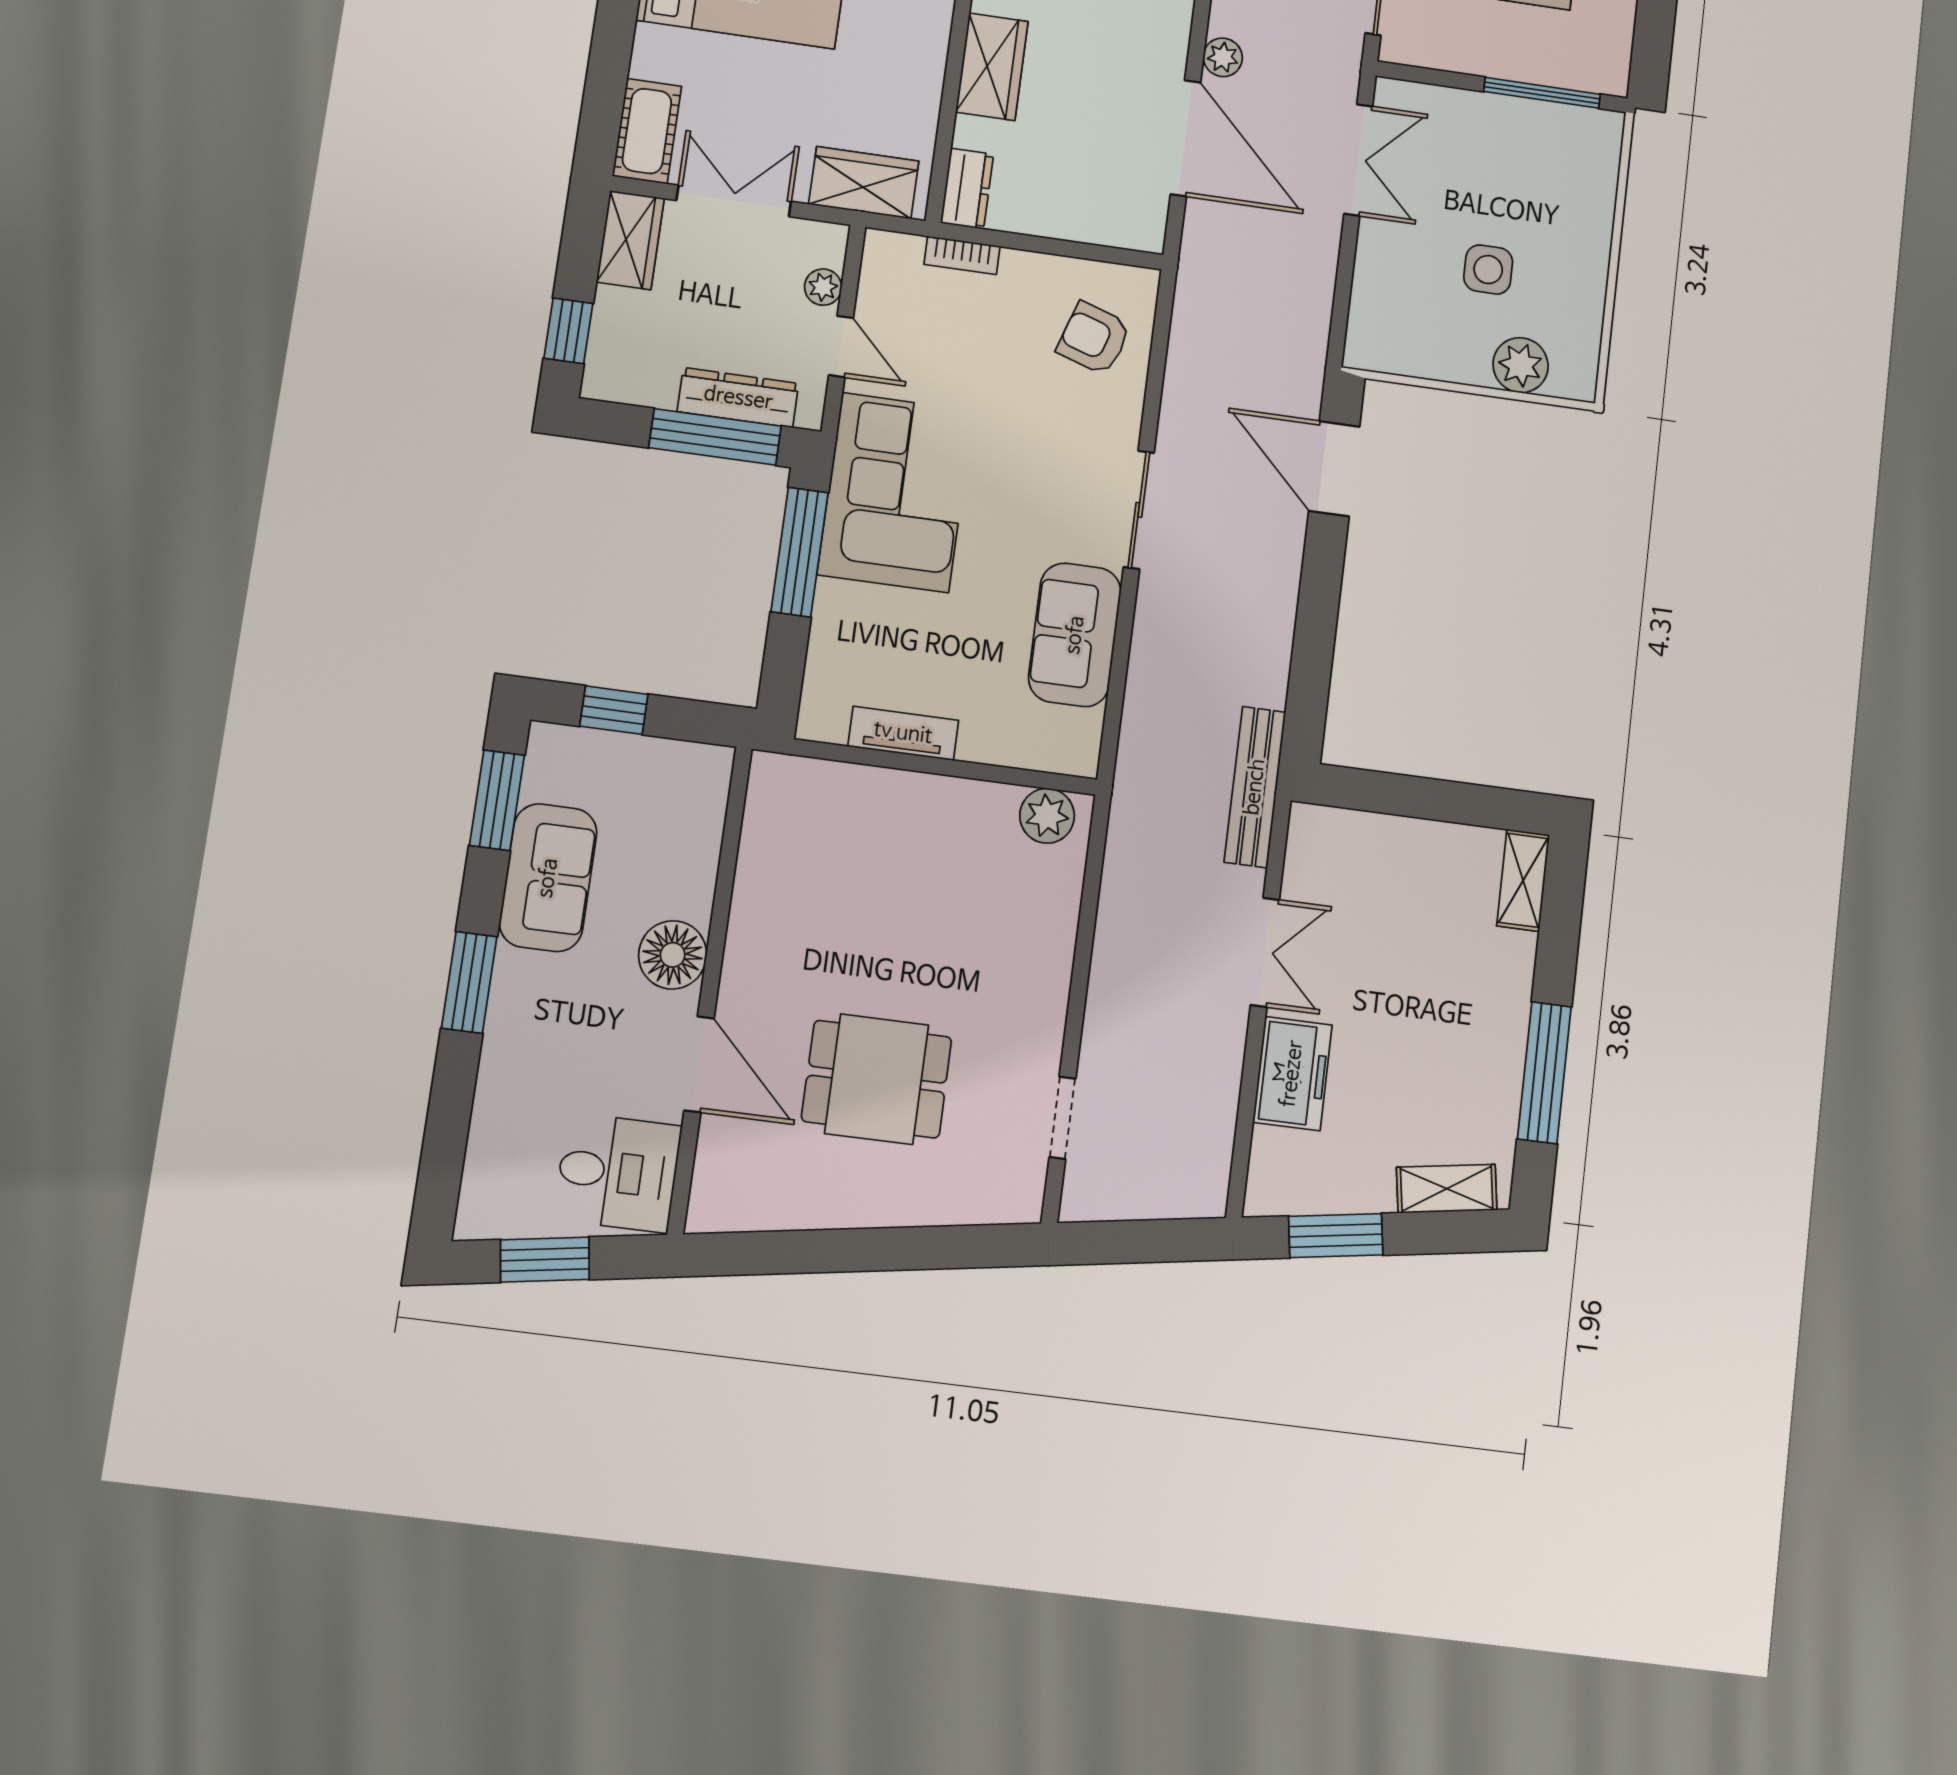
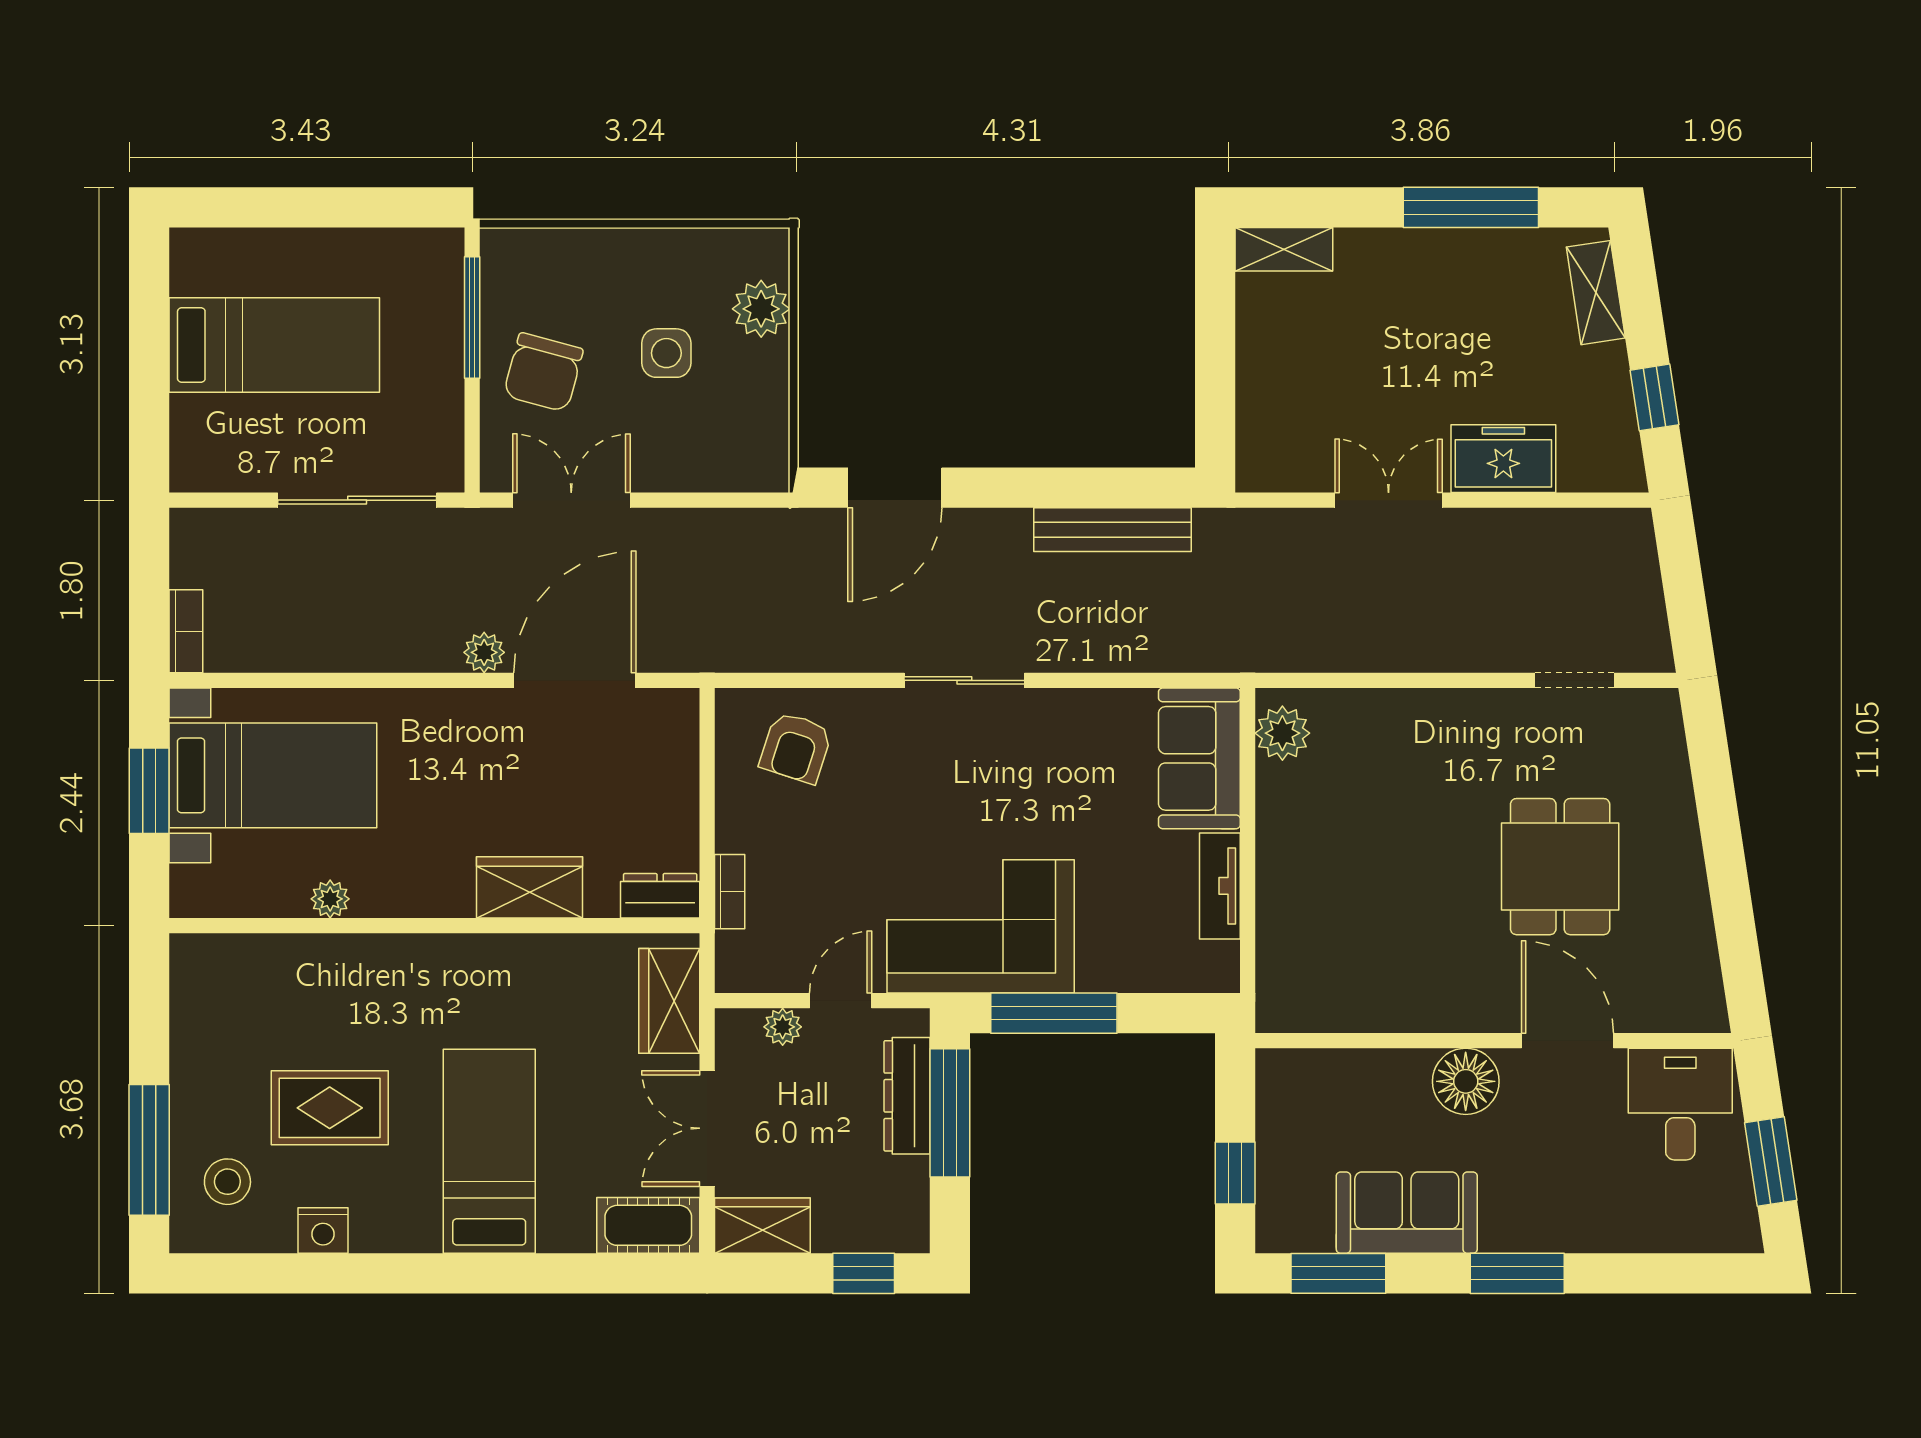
chair: (1483, 151) -> (543, 372), added
sofa: (1075, 635) -> (1199, 758), moved, turned 90
bench: (1255, 787) -> (1113, 530), moved
door: (699, 1064) -> (1568, 1041), hinge flipped
window: (1336, 1236) -> (1655, 397), width x0.67

